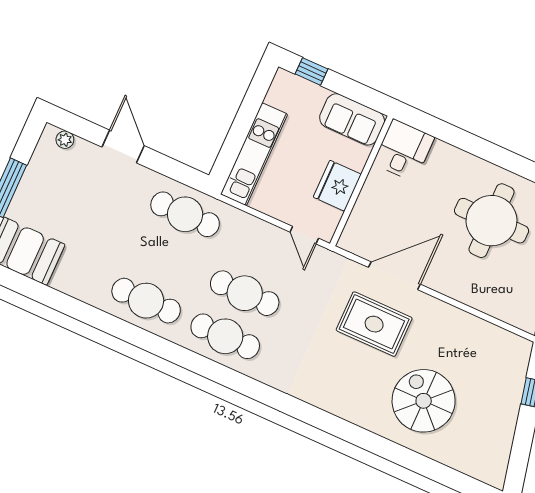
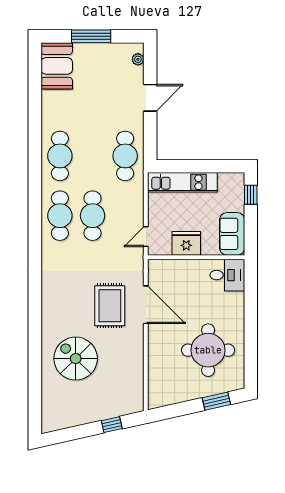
spiral stairs: (424, 401) -> (76, 359), turned -90

